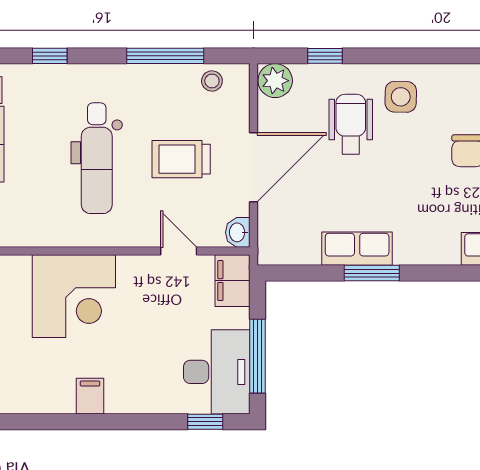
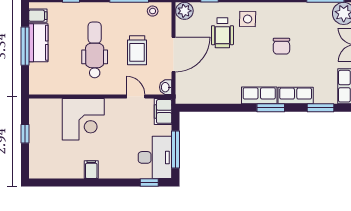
wheelchair: (351, 124) -> (222, 33), turned 180
dental chair: (97, 158) -> (95, 50), turned 180
trolley: (181, 159) -> (137, 50), turned -90
row of seats: (357, 249) -> (259, 95), moved
window: (372, 273) -> (271, 108), moved

